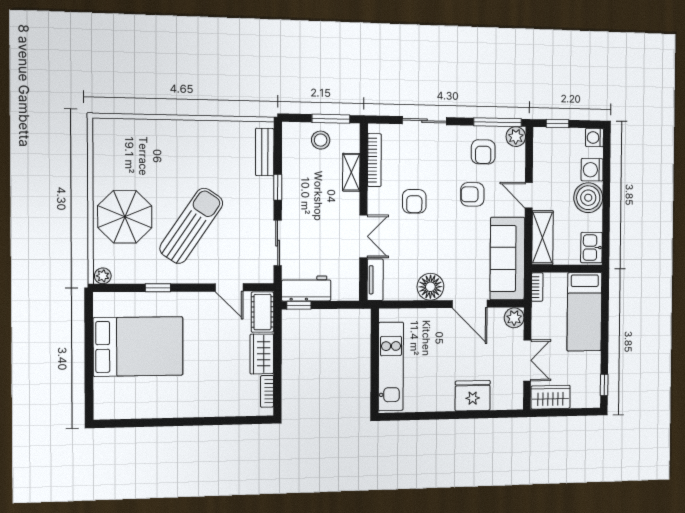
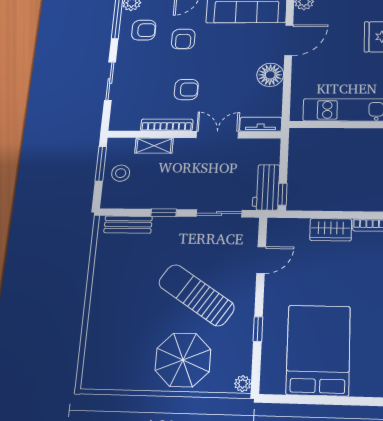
bookcase: (374, 160) -> (167, 125), moved
cot: (262, 312) -> (288, 229), removed

